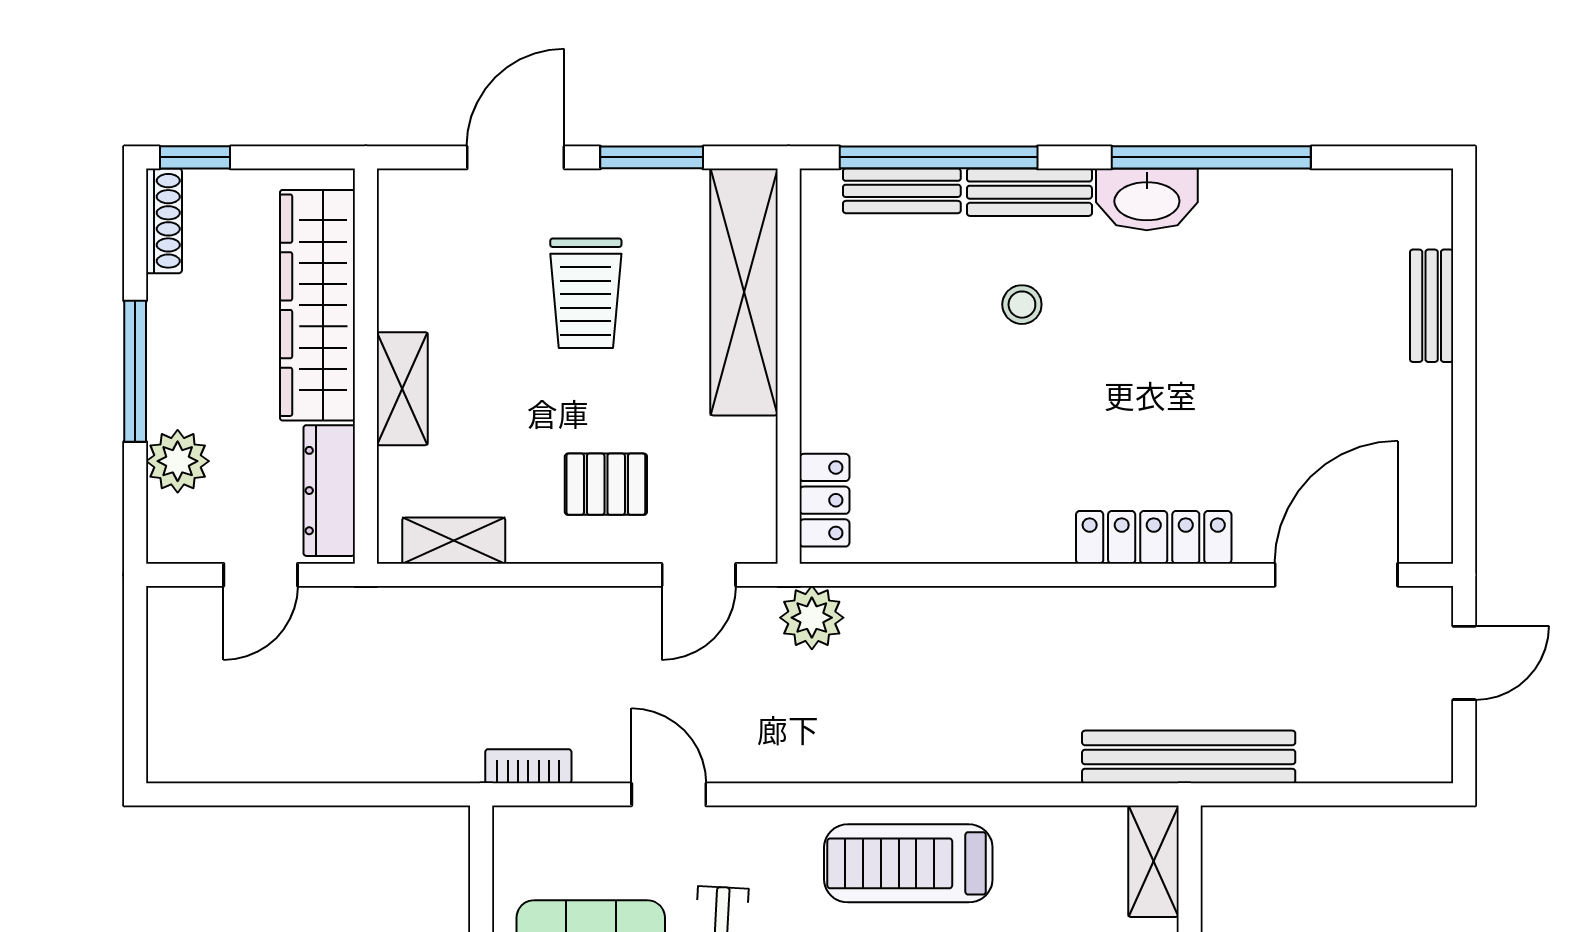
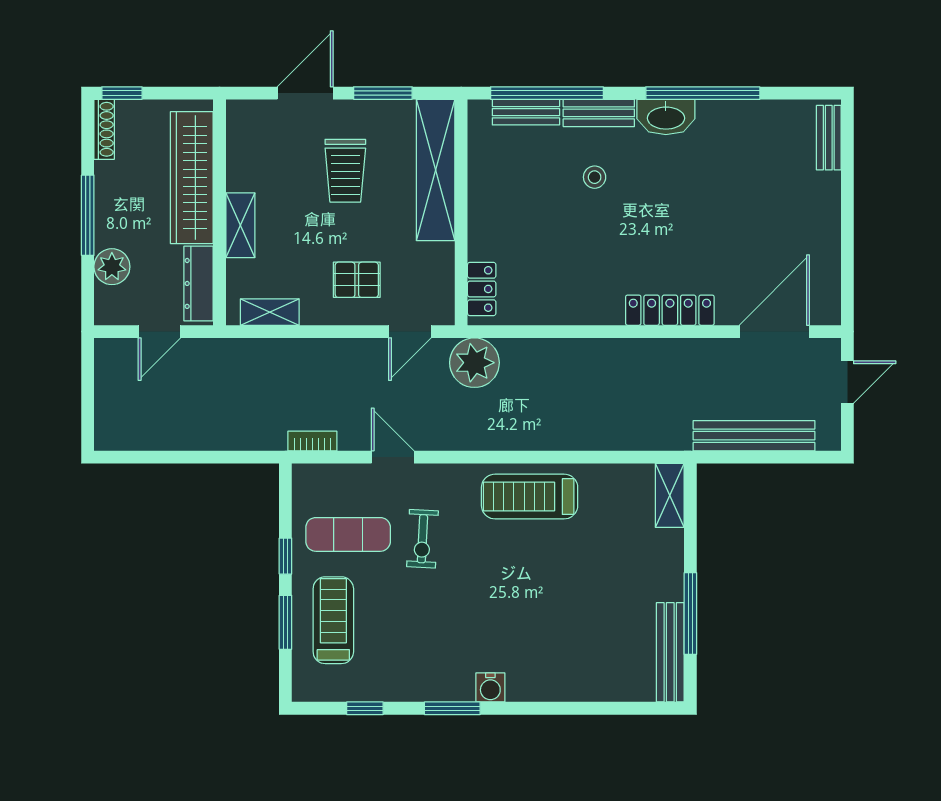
bench: (1432, 306) -> (829, 138), moved
plant: (812, 618) -> (474, 363), width x1.36, depth x1.36
bench: (1189, 757) -> (754, 436), moved

